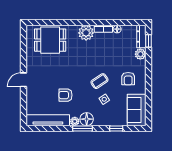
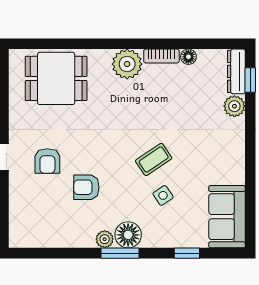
armchair: (128, 79) -> (47, 161), moved
tv unit: (48, 120) -> (51, 237), removed

